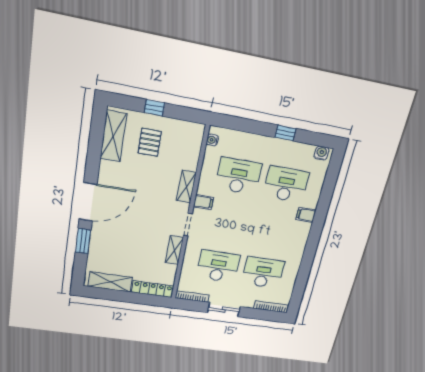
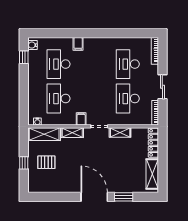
window: (285, 133) -> (24, 57), moved
shelving: (113, 136) -> (44, 134), moved

